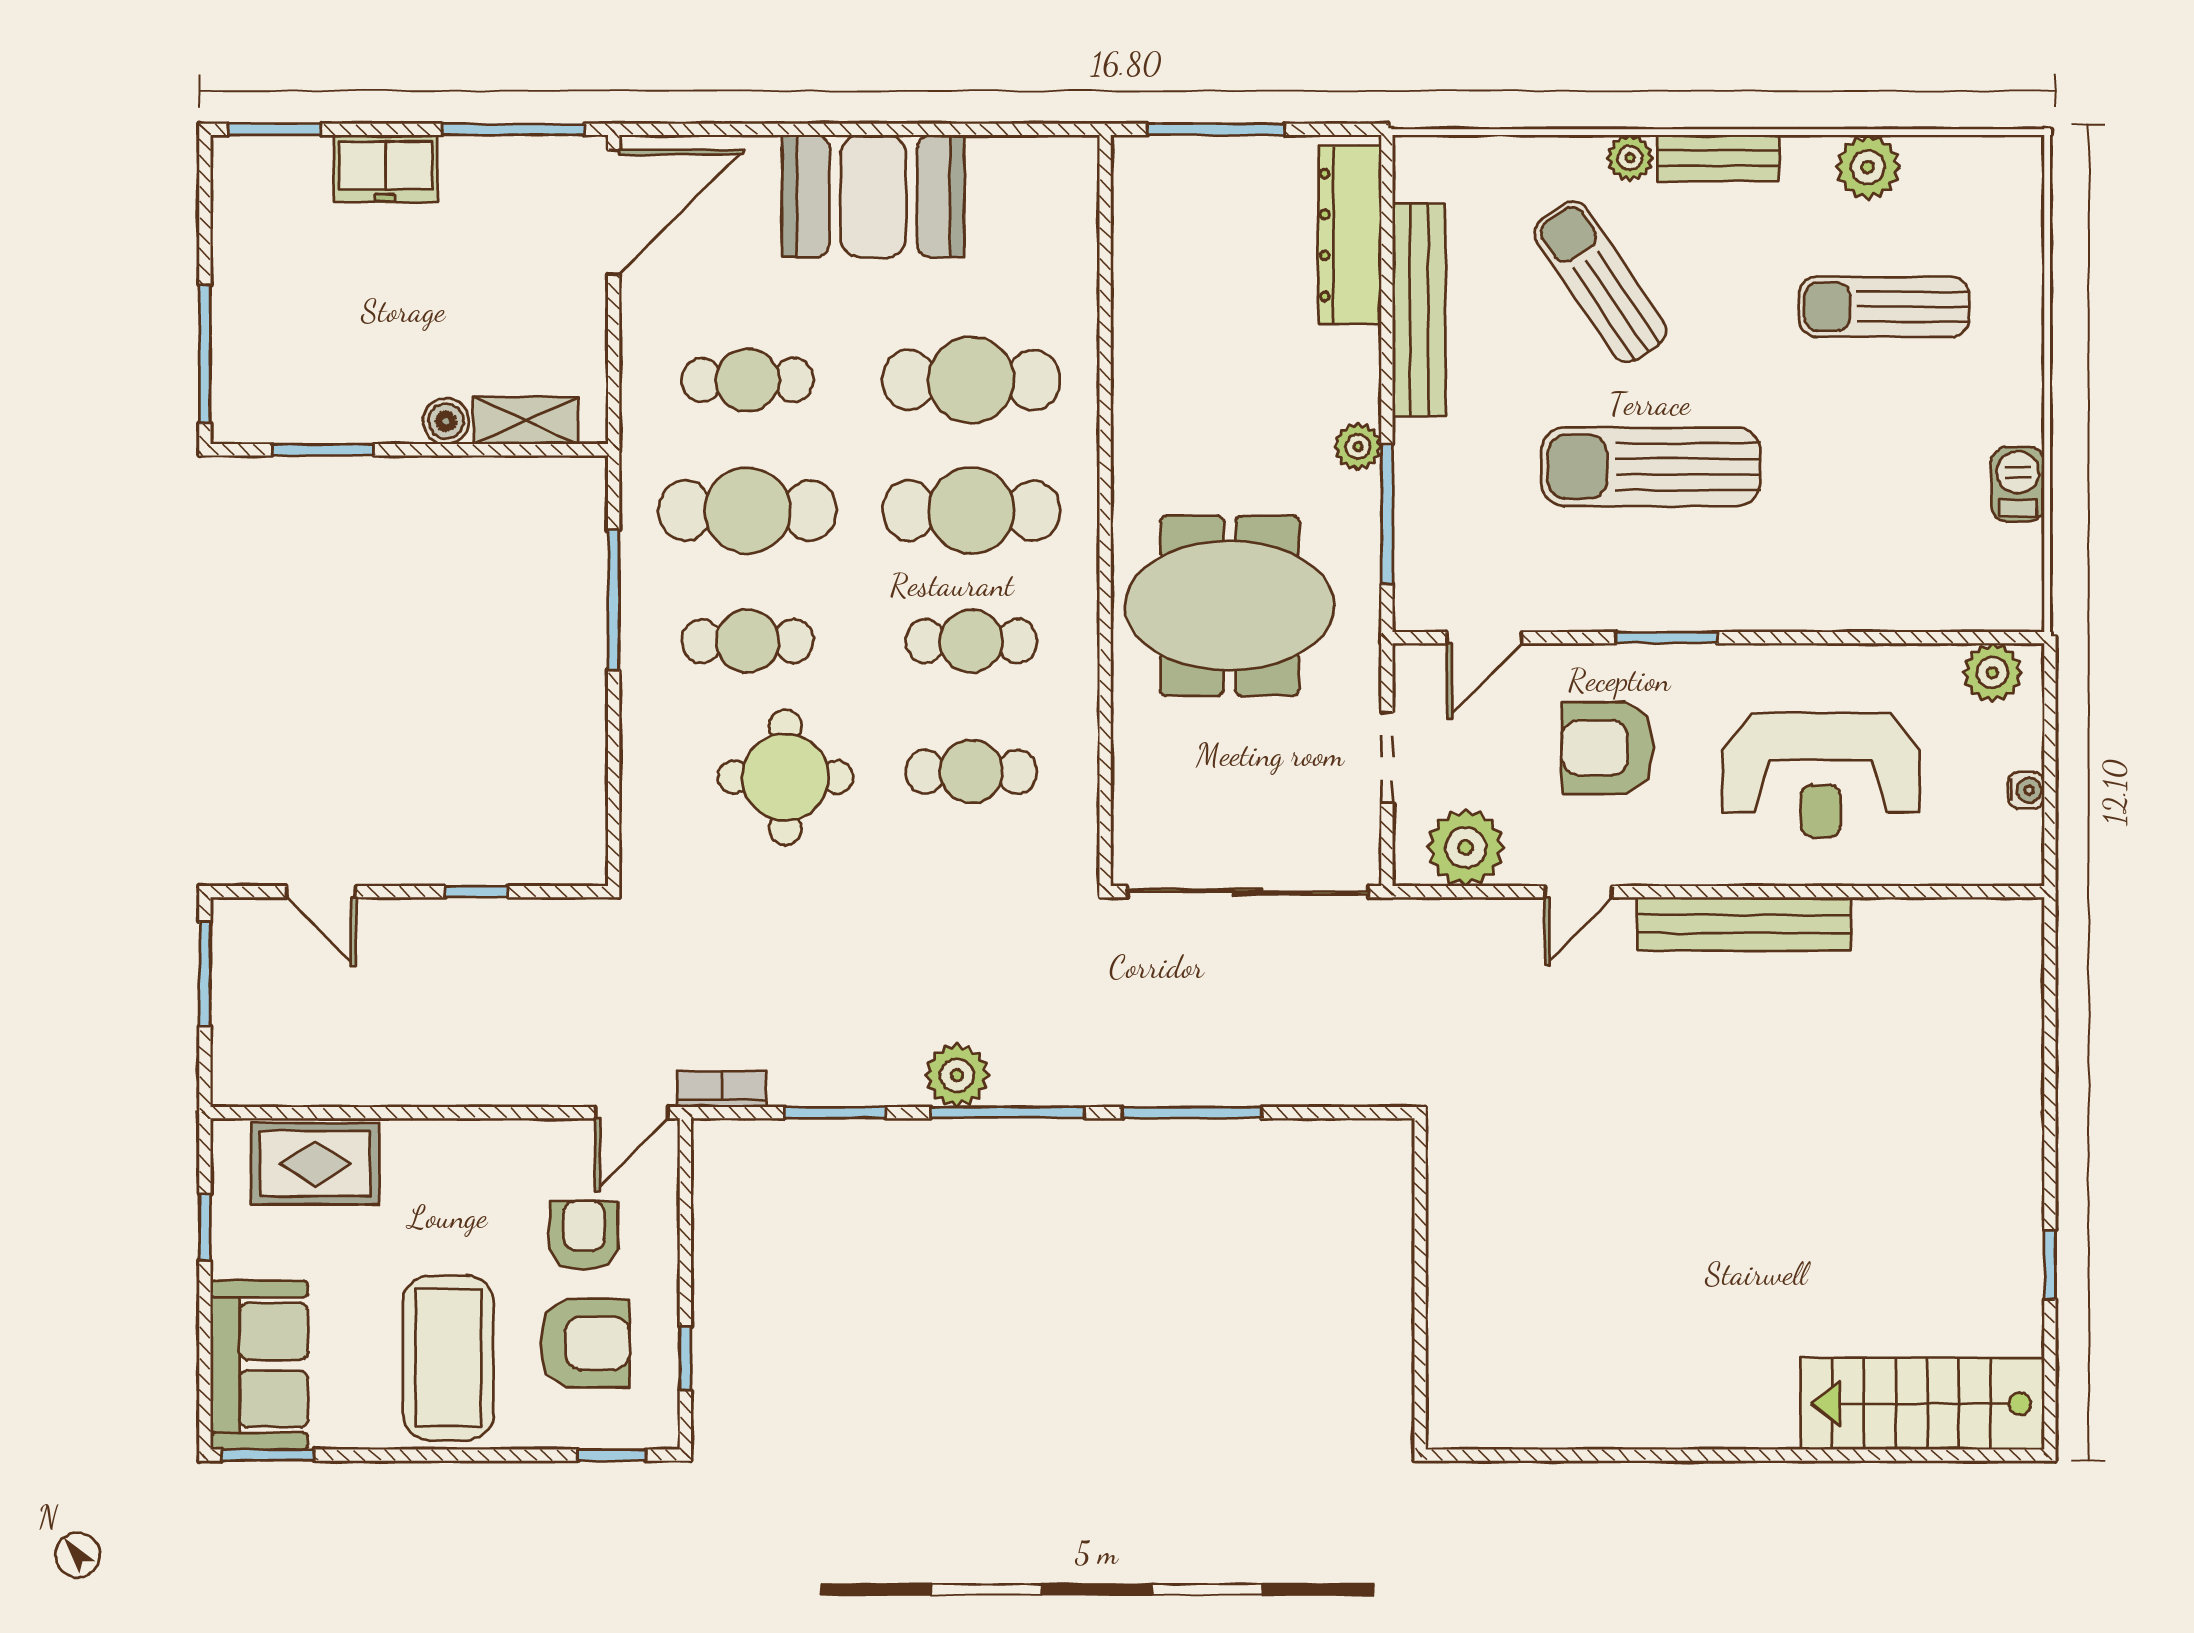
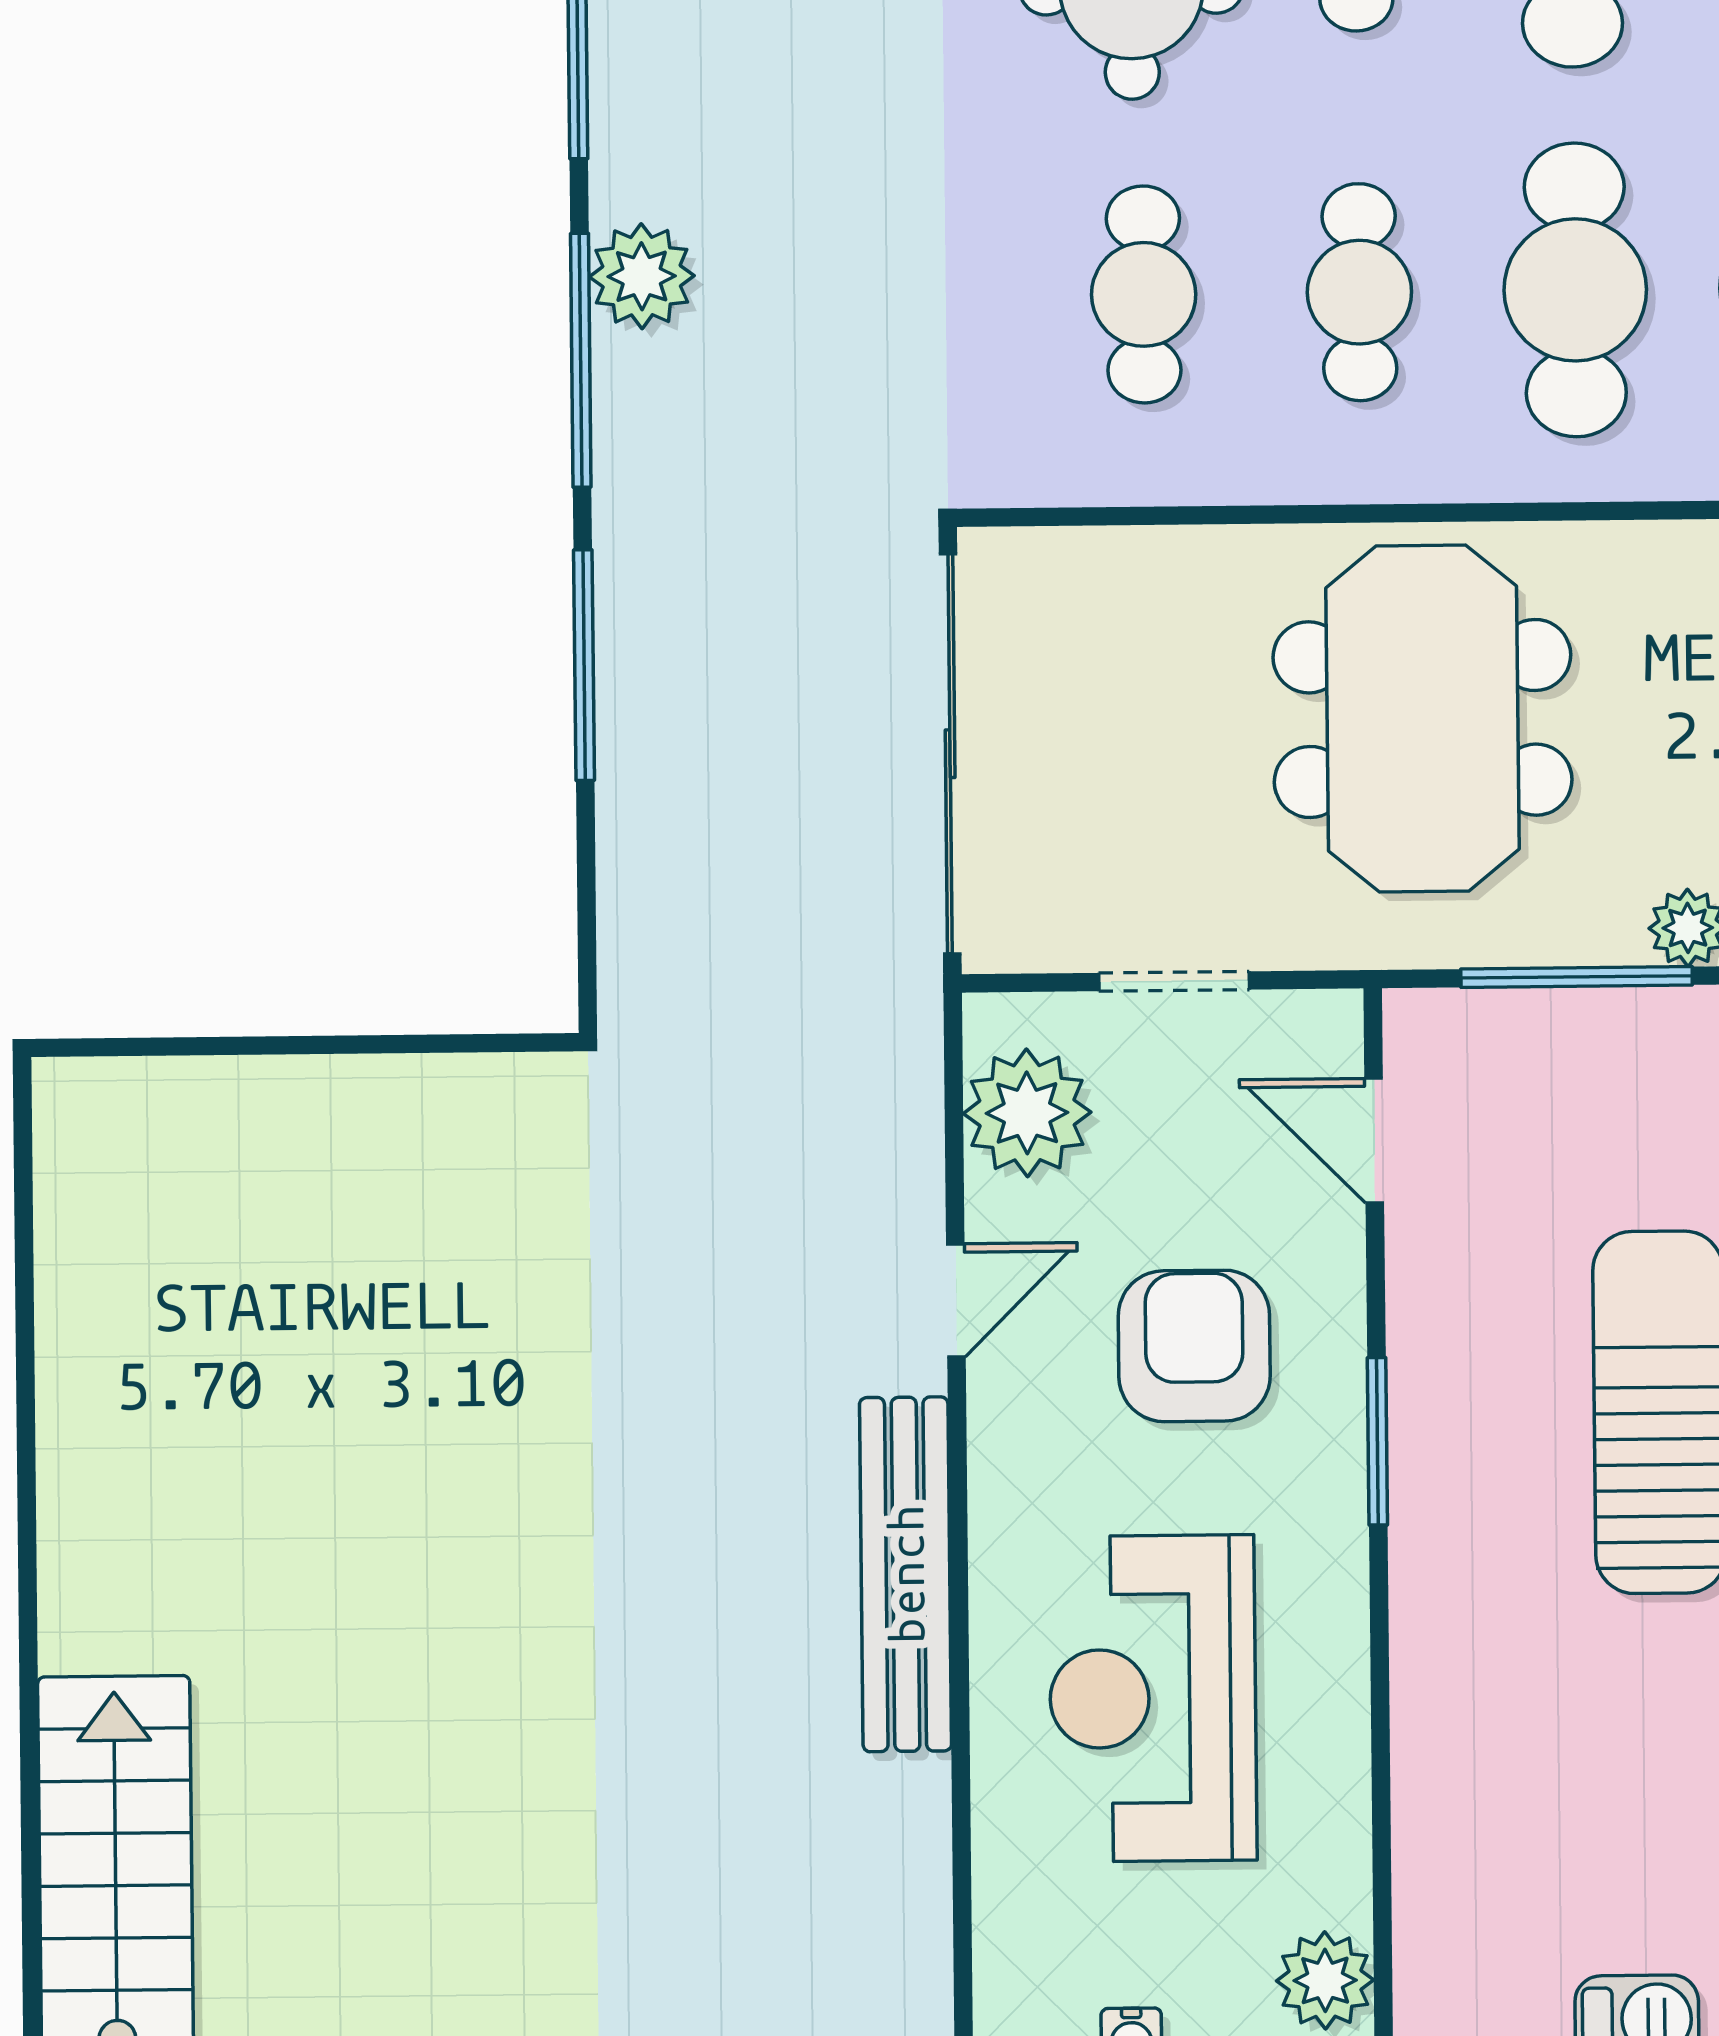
door: (1579, 892) -> (956, 1300), swing flipped

